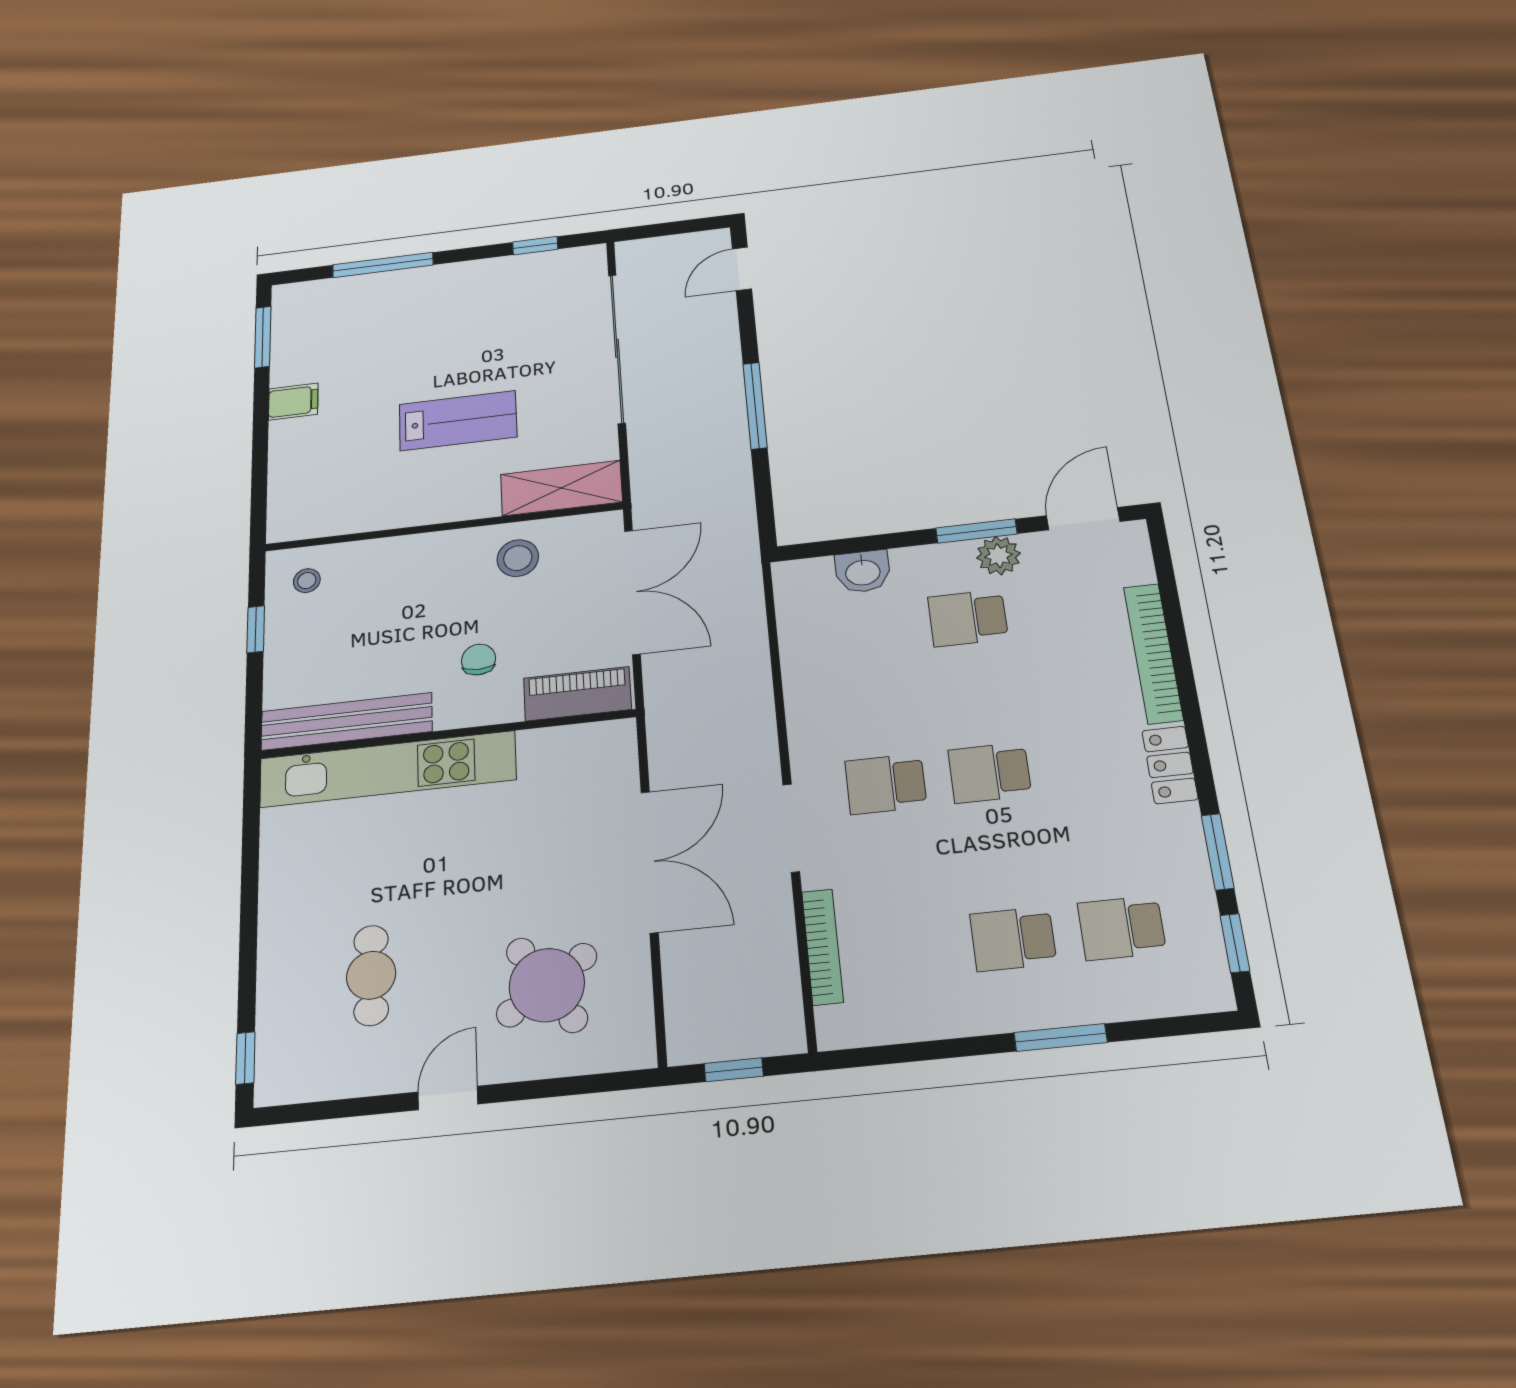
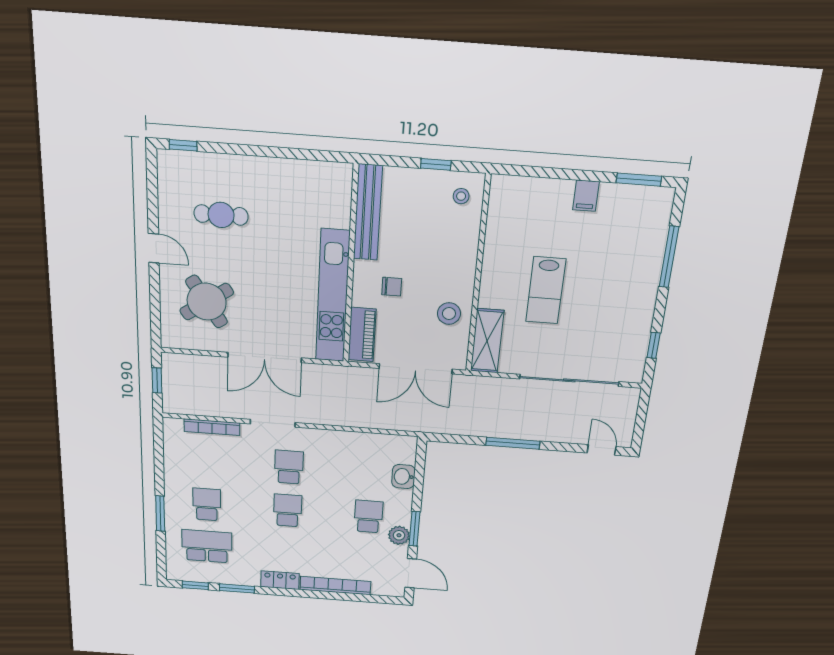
kitchen unit: (387, 769) -> (333, 296), moved
school desk: (1122, 928) -> (207, 546), width x1.85

